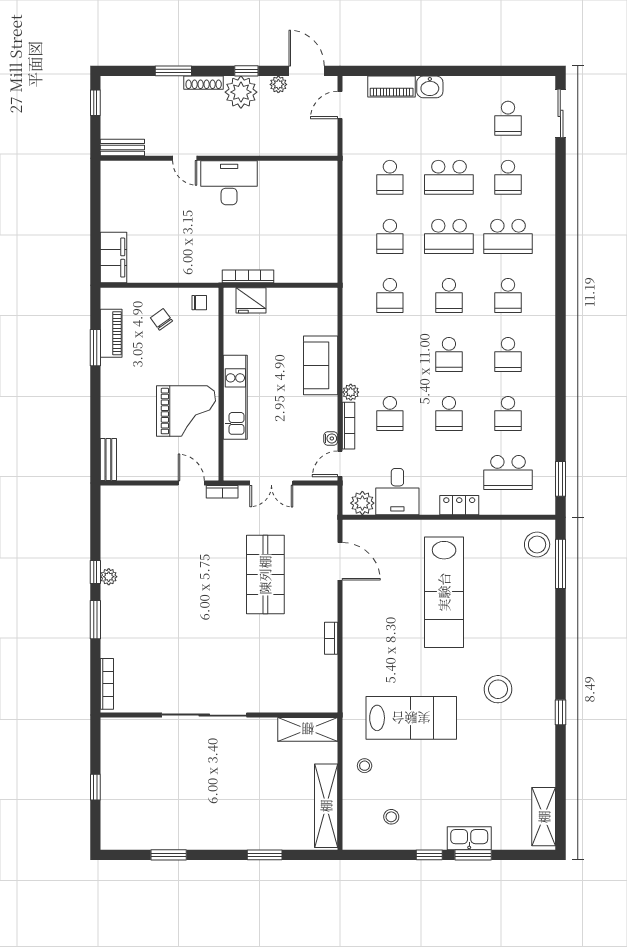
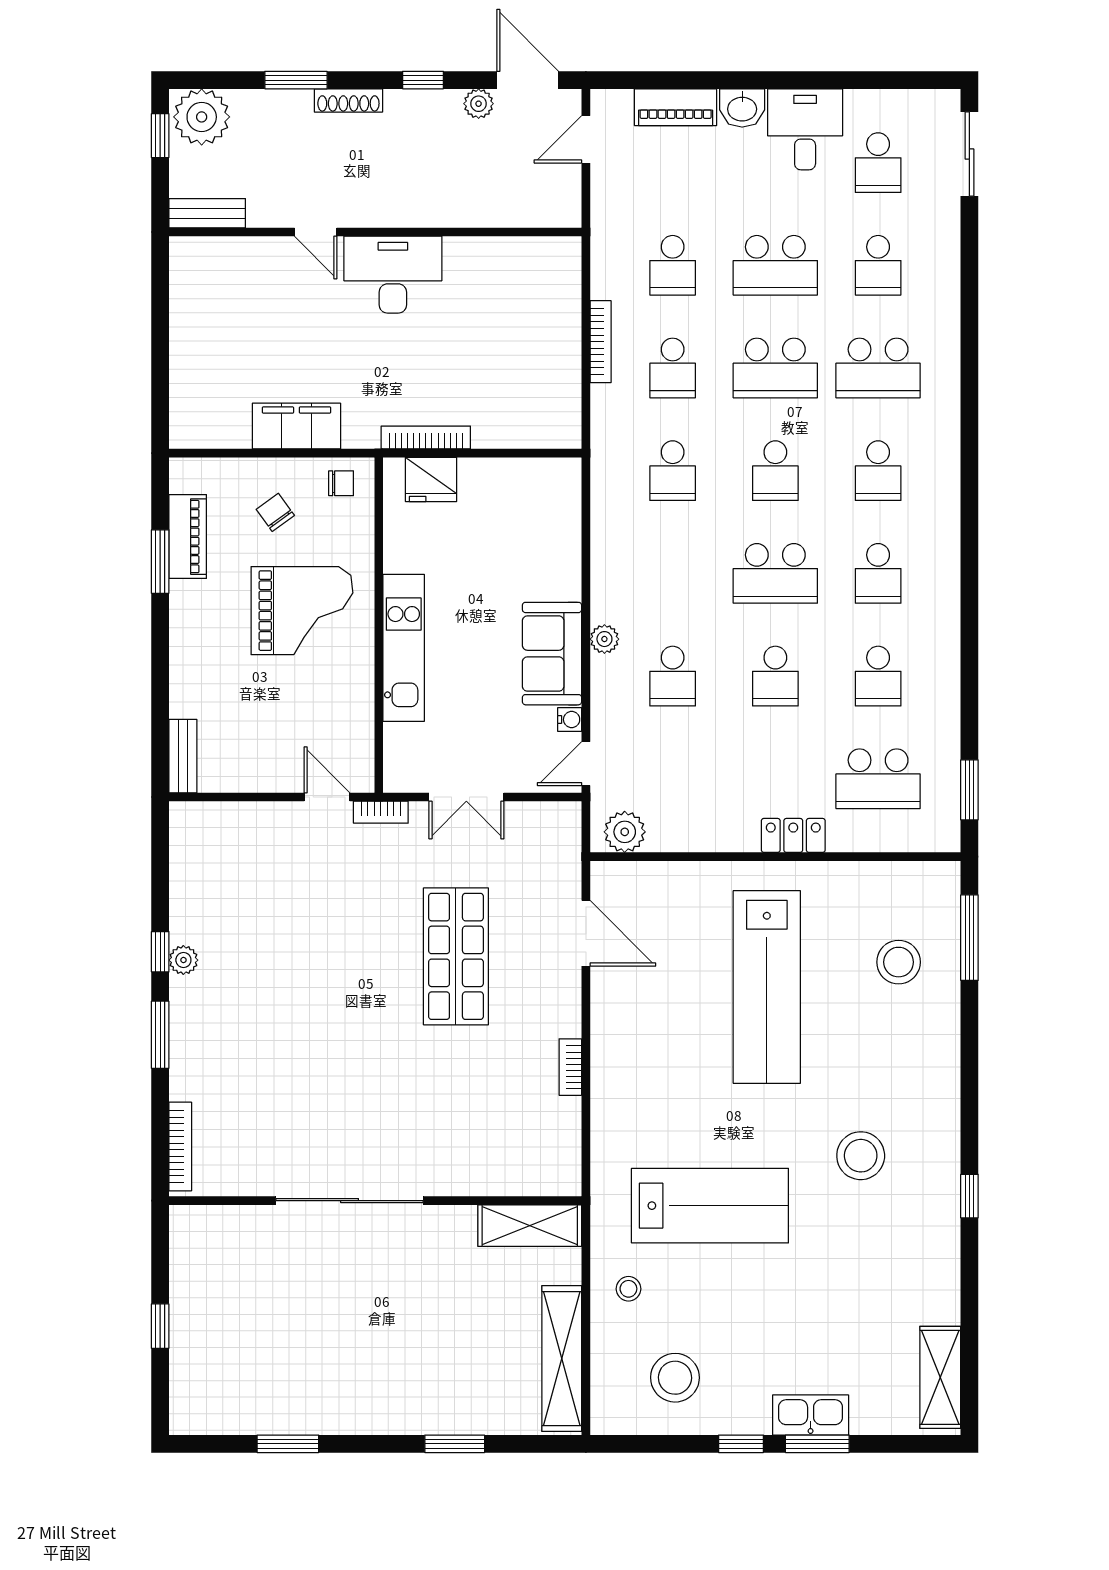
plant: (241, 92) -> (202, 117), moved
filing cabinet: (114, 258) -> (296, 426), moved, turned -90
school desk: (449, 354) -> (775, 573), width x1.85
sofa: (321, 365) -> (552, 654), moved
grand piano: (186, 411) -> (302, 611), moved
bookcase: (348, 426) -> (601, 342), moved
desk: (397, 492) -> (805, 129), moved, turned 180
stool: (537, 544) -> (899, 962), moved
stool: (391, 817) -> (675, 1378), width x1.89, depth x1.89

